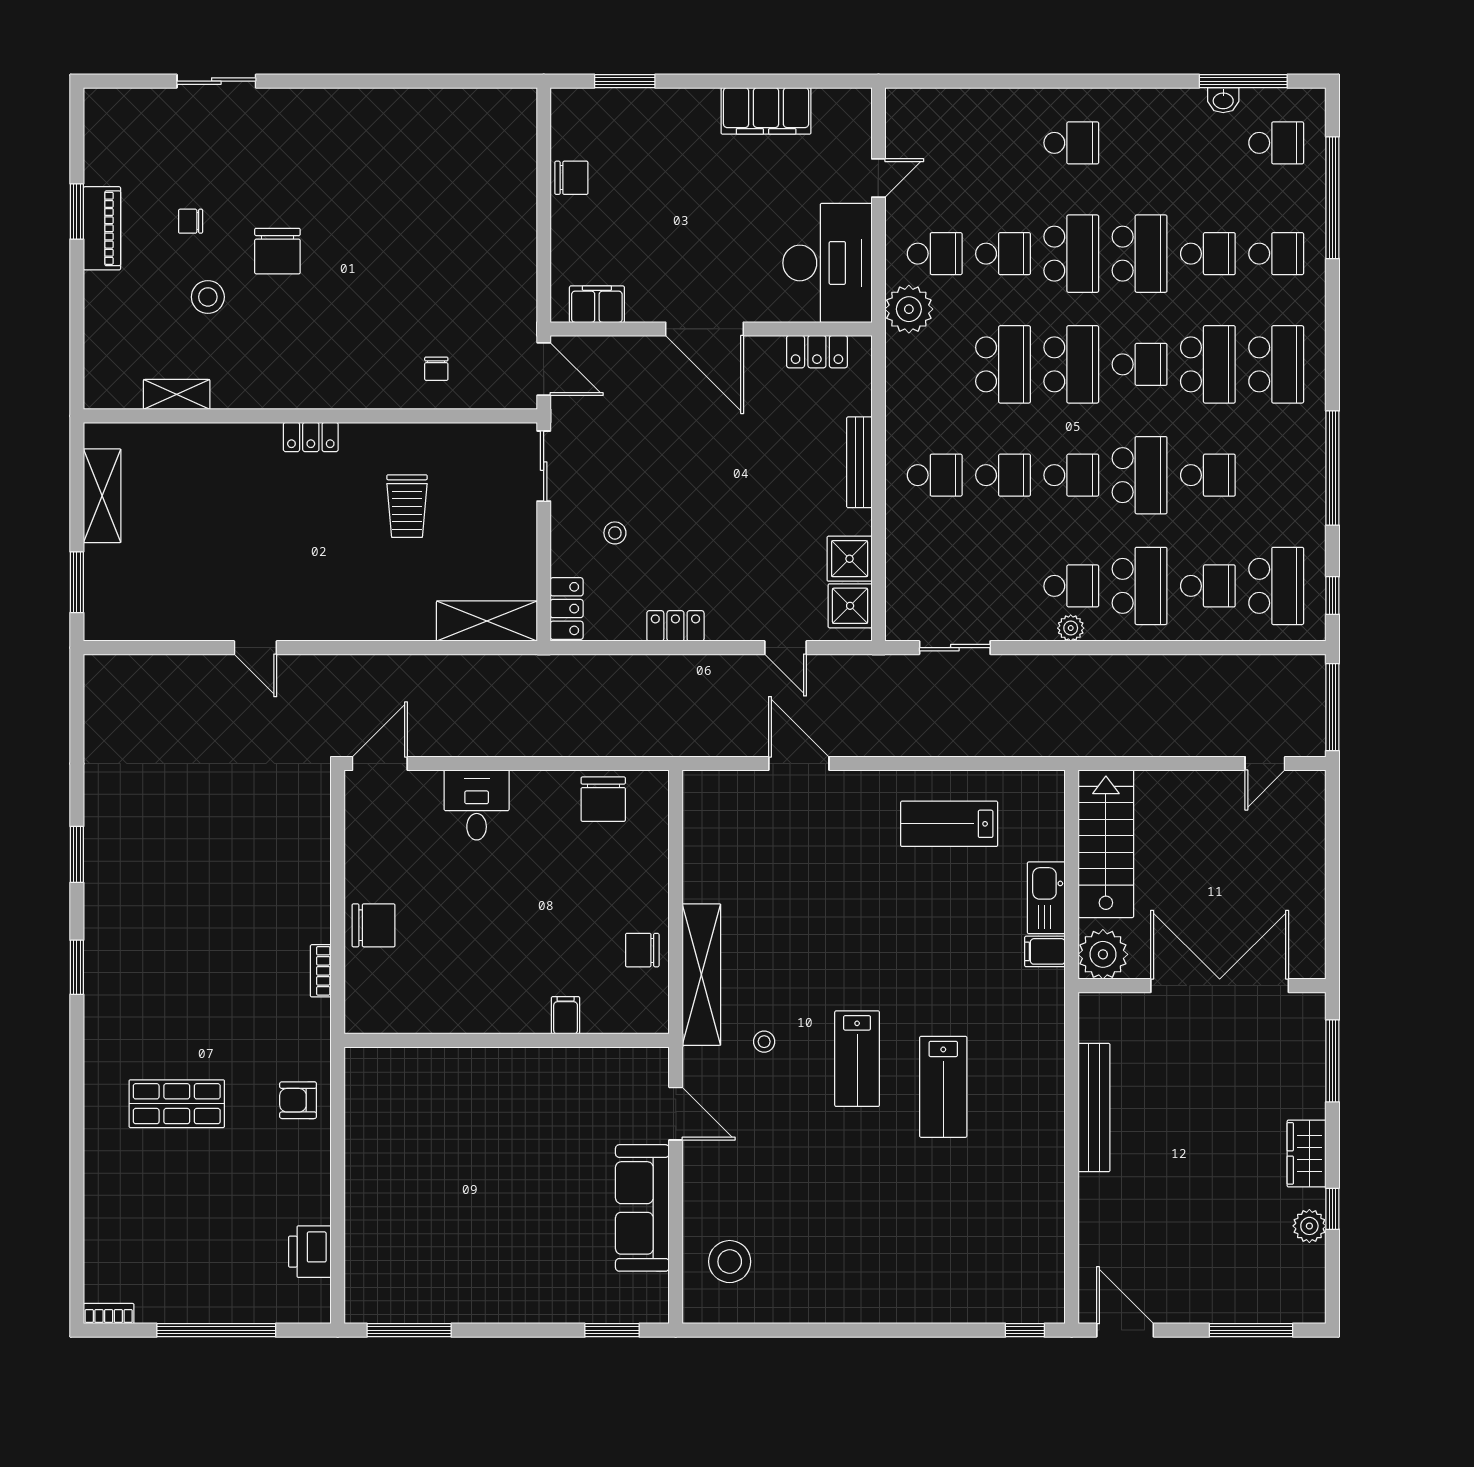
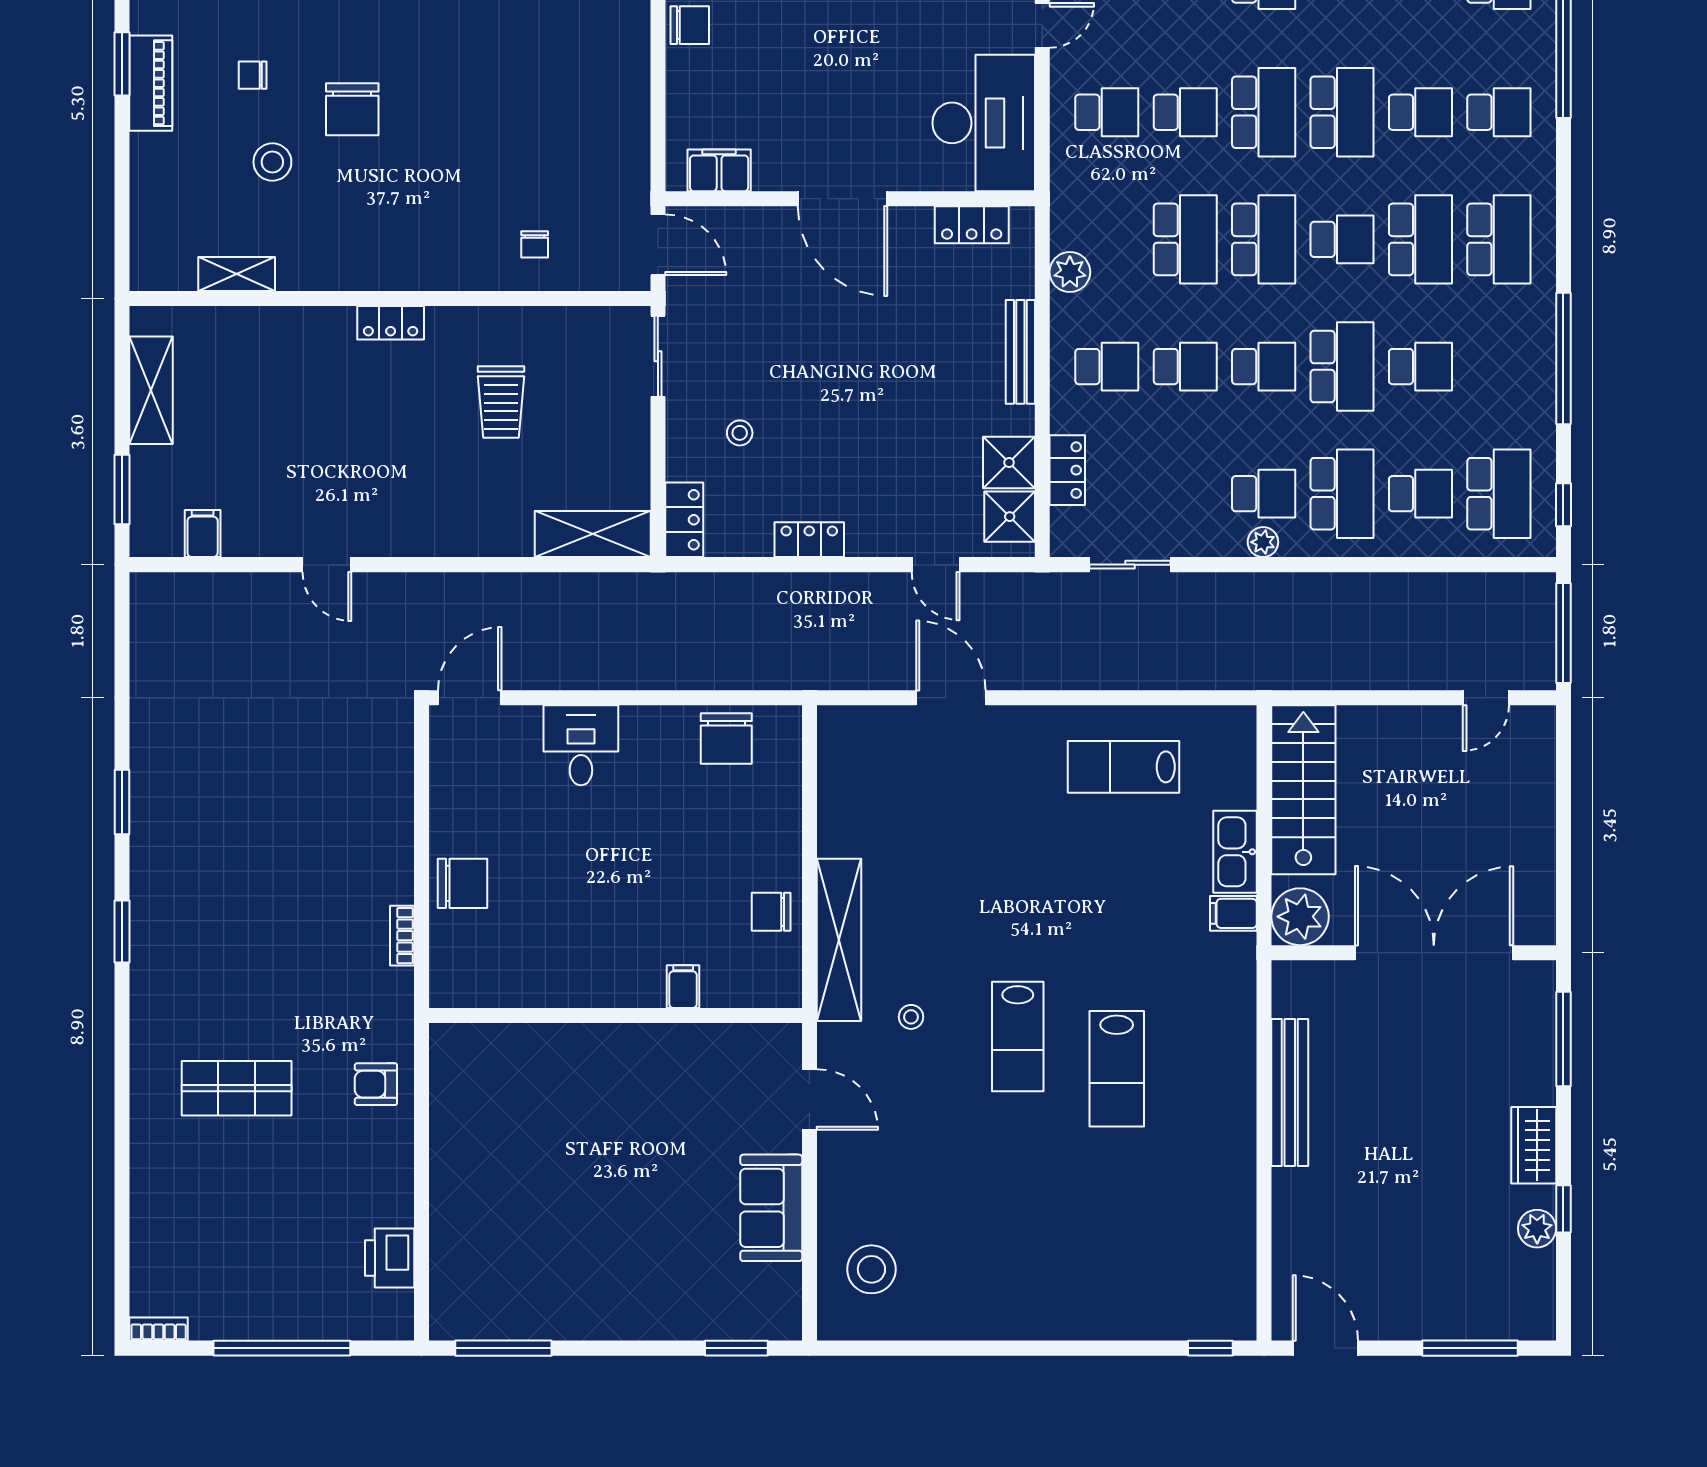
plant: (909, 309) -> (1070, 272), moved, width x0.73, depth x0.73
locker: (900, 565) -> (1067, 470), added
filing cabinet: (147, 621) -> (203, 534), added
sofa: (642, 1208) -> (771, 1208), width x0.73

